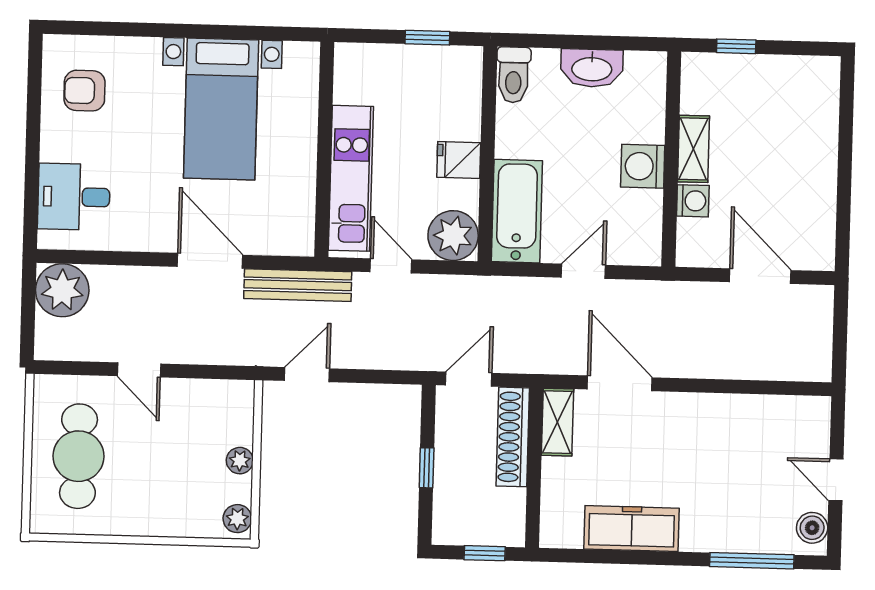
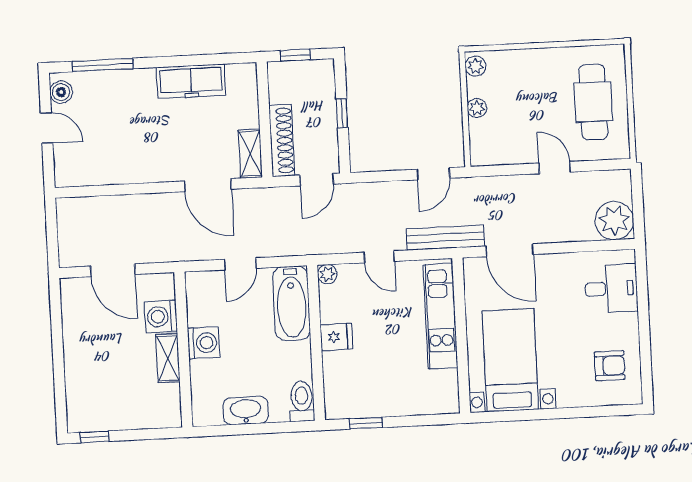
window: (736, 46) -> (94, 437), moved
wall: (324, 149) -> (461, 335), moved
kitchen unit: (351, 178) -> (440, 316), moved
washing machine: (693, 201) -> (161, 317), width x1.38, depth x1.38
plant: (453, 236) -> (327, 274), width x0.53, depth x0.53

